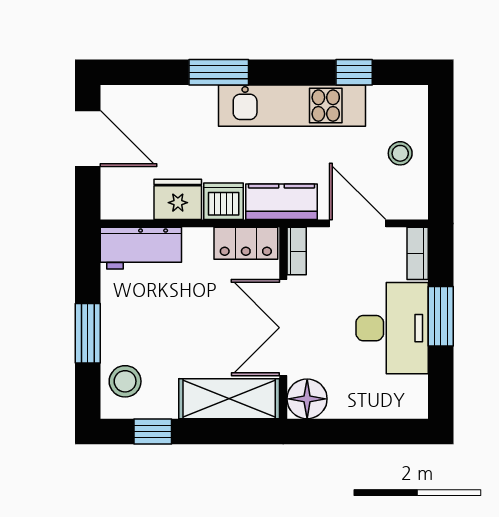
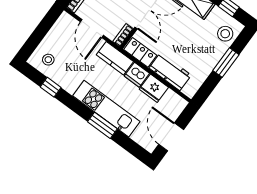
kitchen unit: (292, 106) -> (106, 109), moved
stool: (400, 153) -> (48, 60), moved
workbench: (141, 248) -> (170, 72), moved

